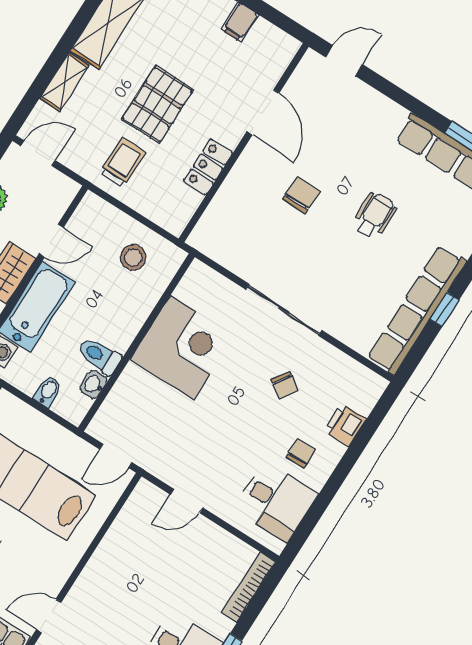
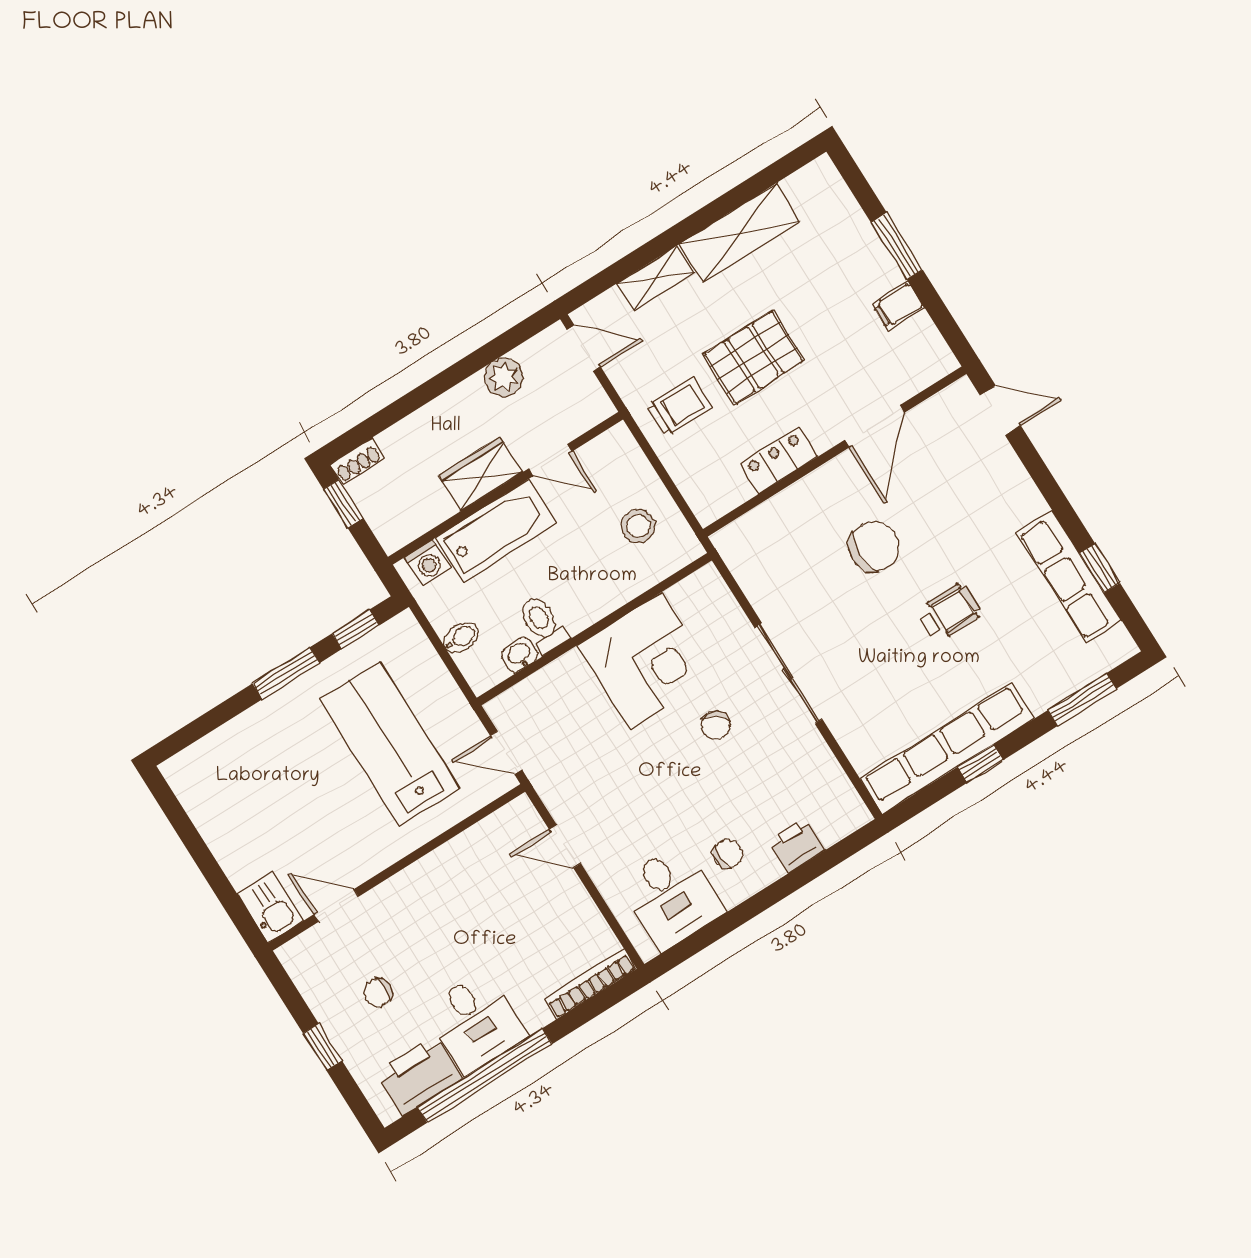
chair: (301, 195) -> (874, 546), width x1.37, depth x1.37
chair: (285, 385) -> (716, 725), moved

